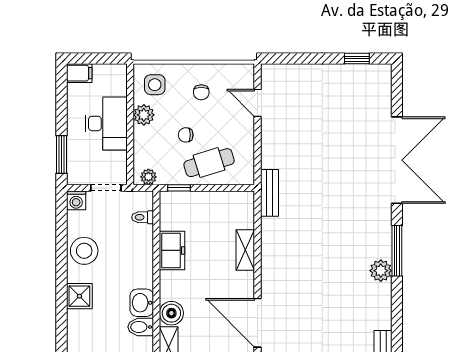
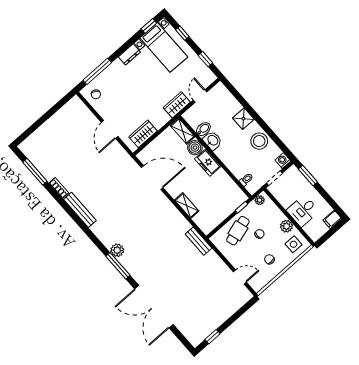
desk: (106, 123) -> (303, 211), width x0.73
freezer: (172, 250) -> (208, 163), moved

